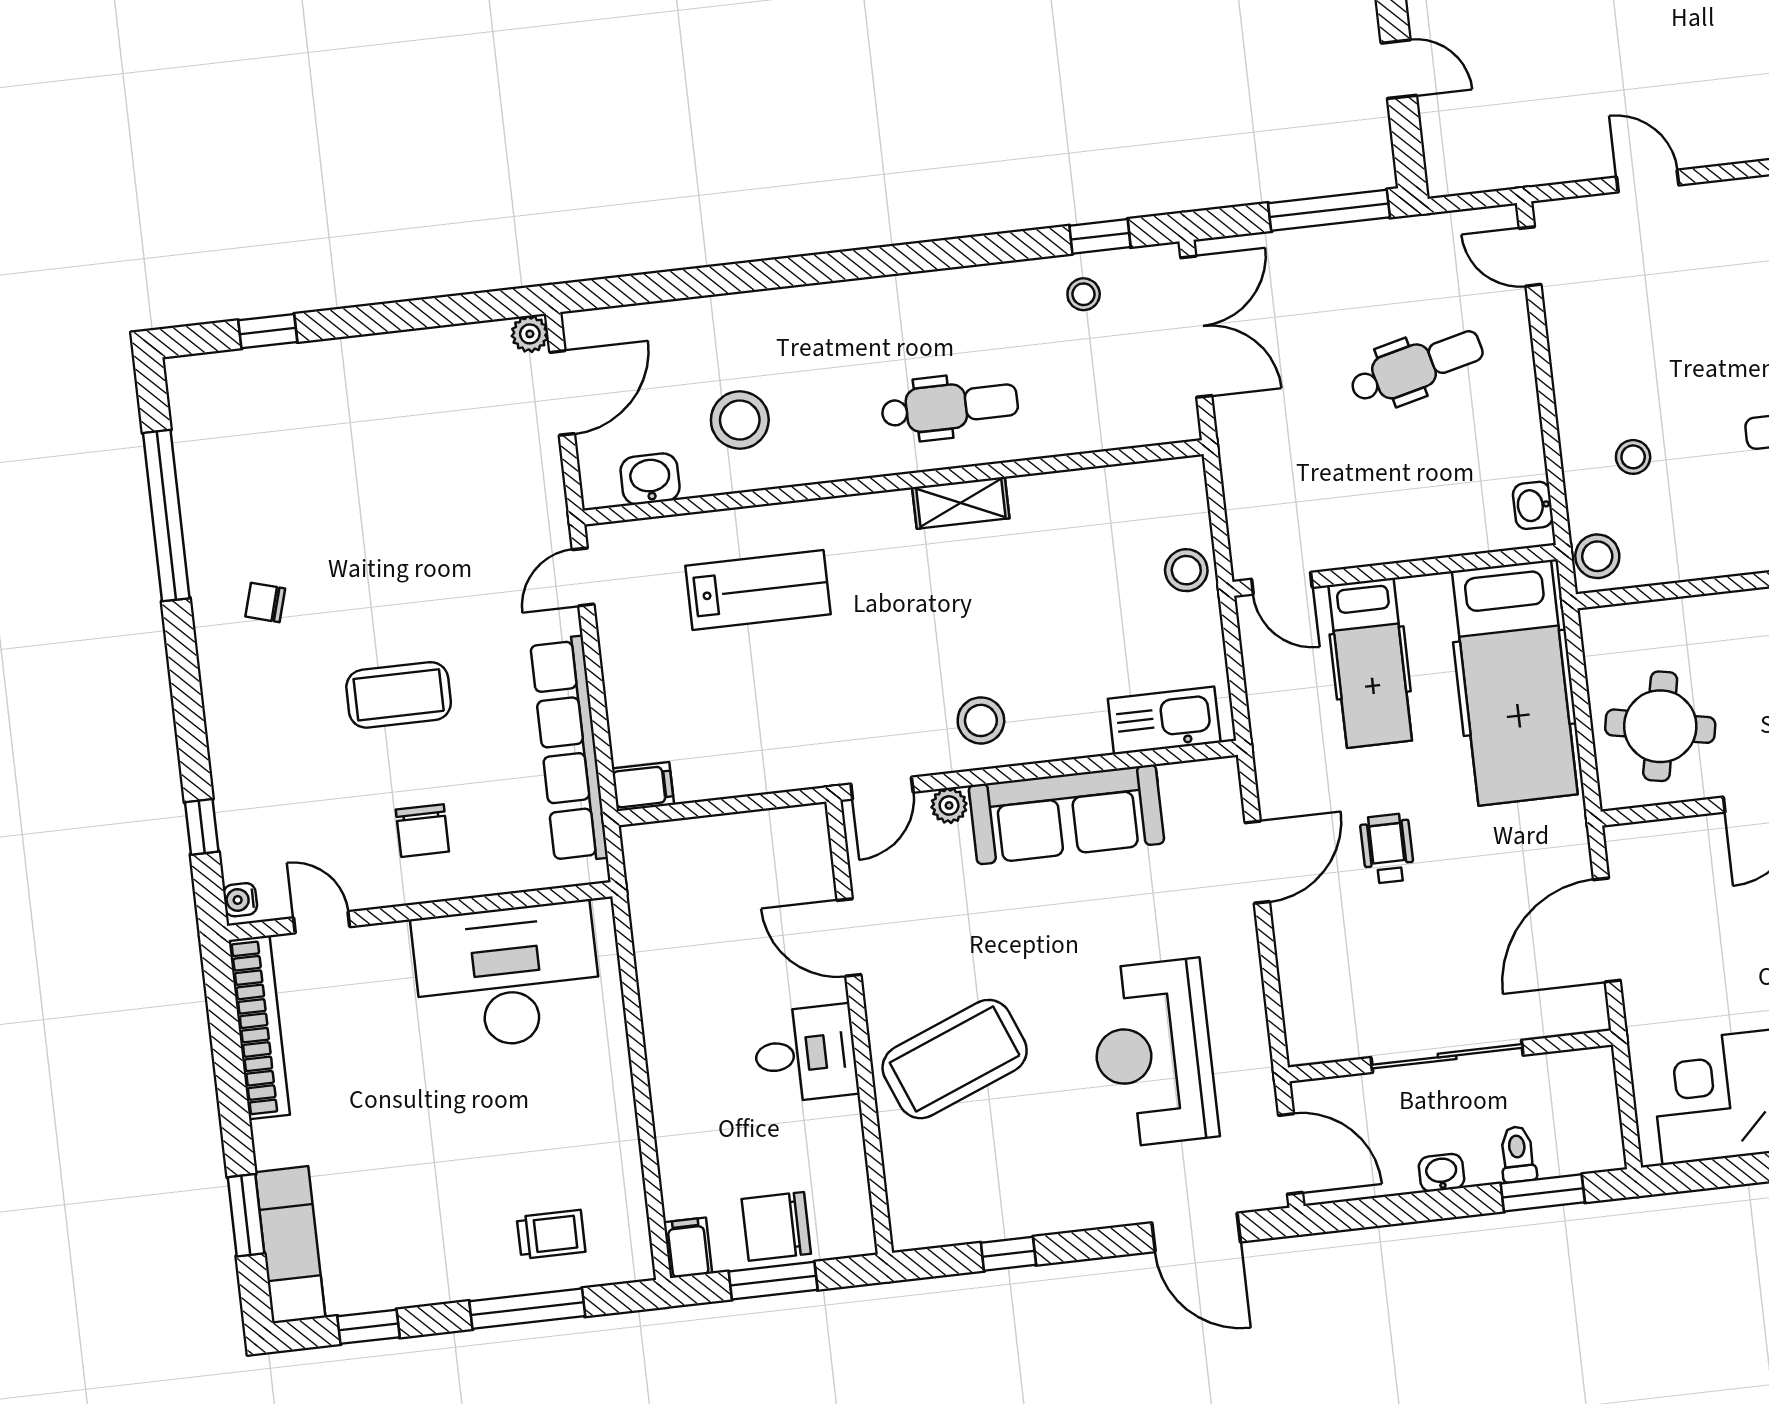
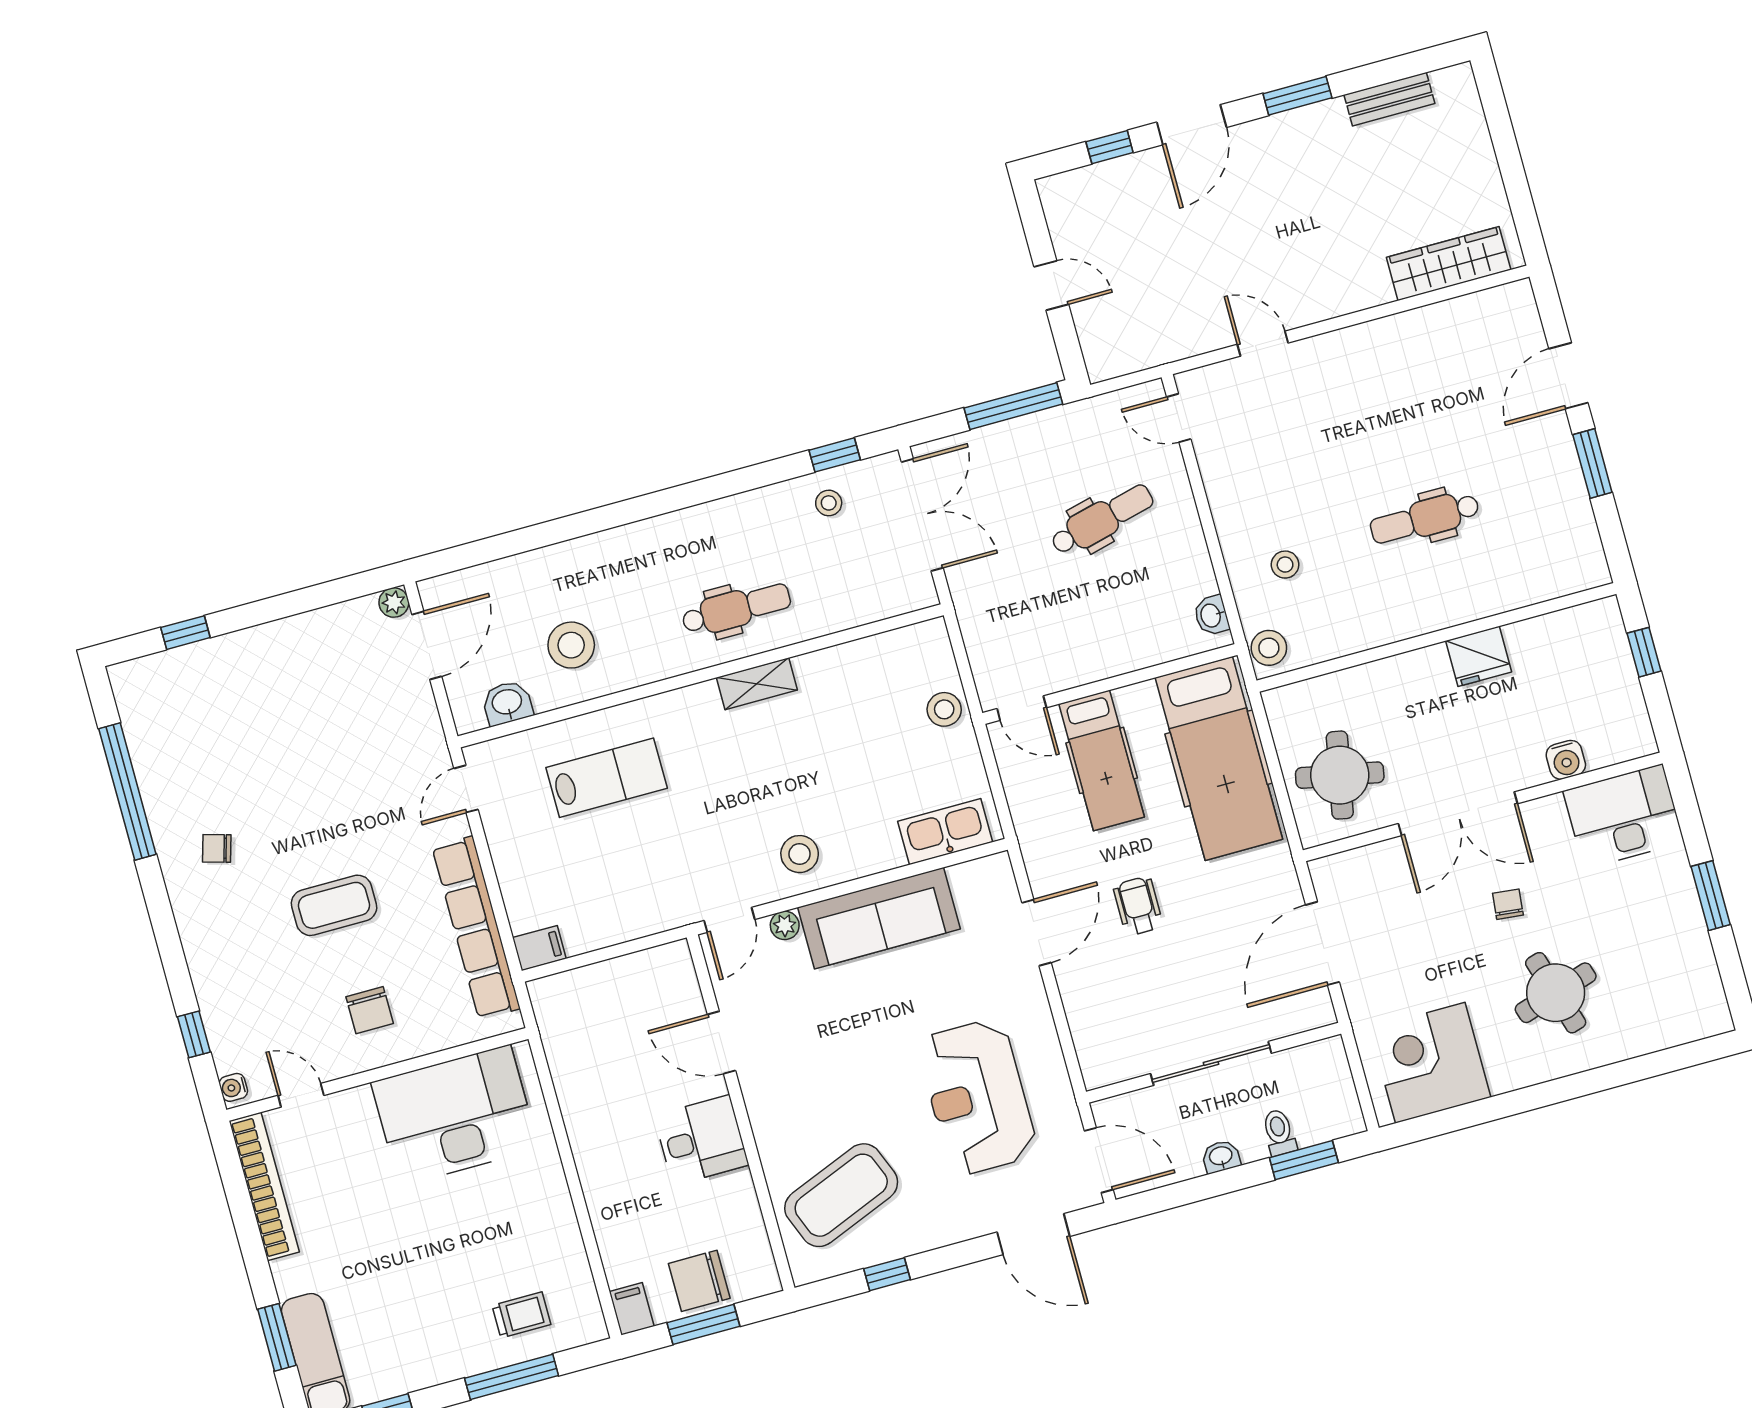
coffee table: (955, 1059) -> (841, 1195), moved

